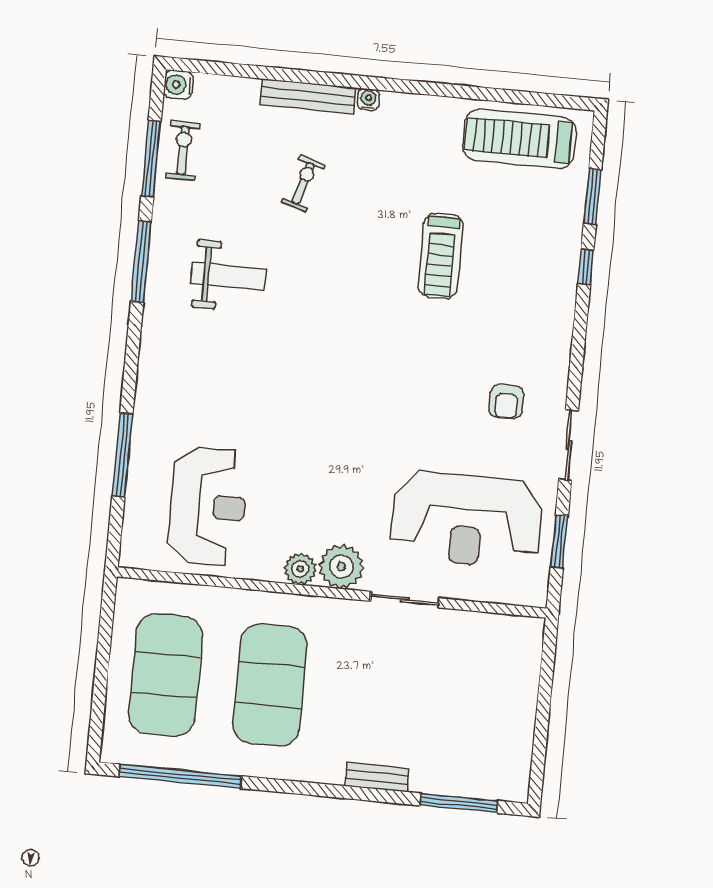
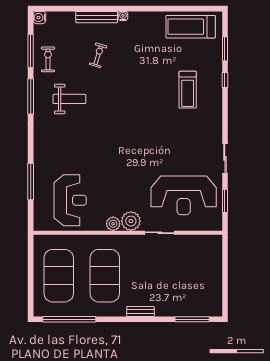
exercise bike: (183, 151) -> (48, 59), moved
treadmill: (441, 256) -> (188, 90), moved
armchair: (506, 402) -> (196, 142), removed
bench: (377, 777) -> (140, 311), moved

